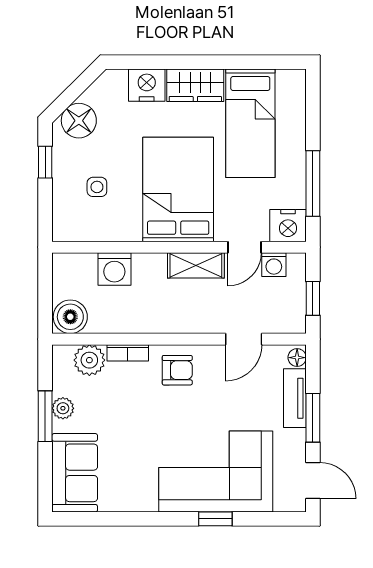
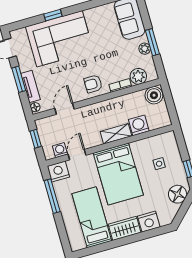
shelving: (196, 265) -> (116, 134), moved

